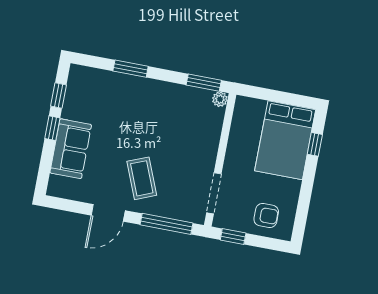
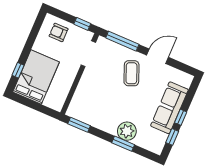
plant: (220, 99) -> (127, 131), moved, width x1.88, depth x1.88
sofa: (71, 149) -> (169, 108), width x1.36

